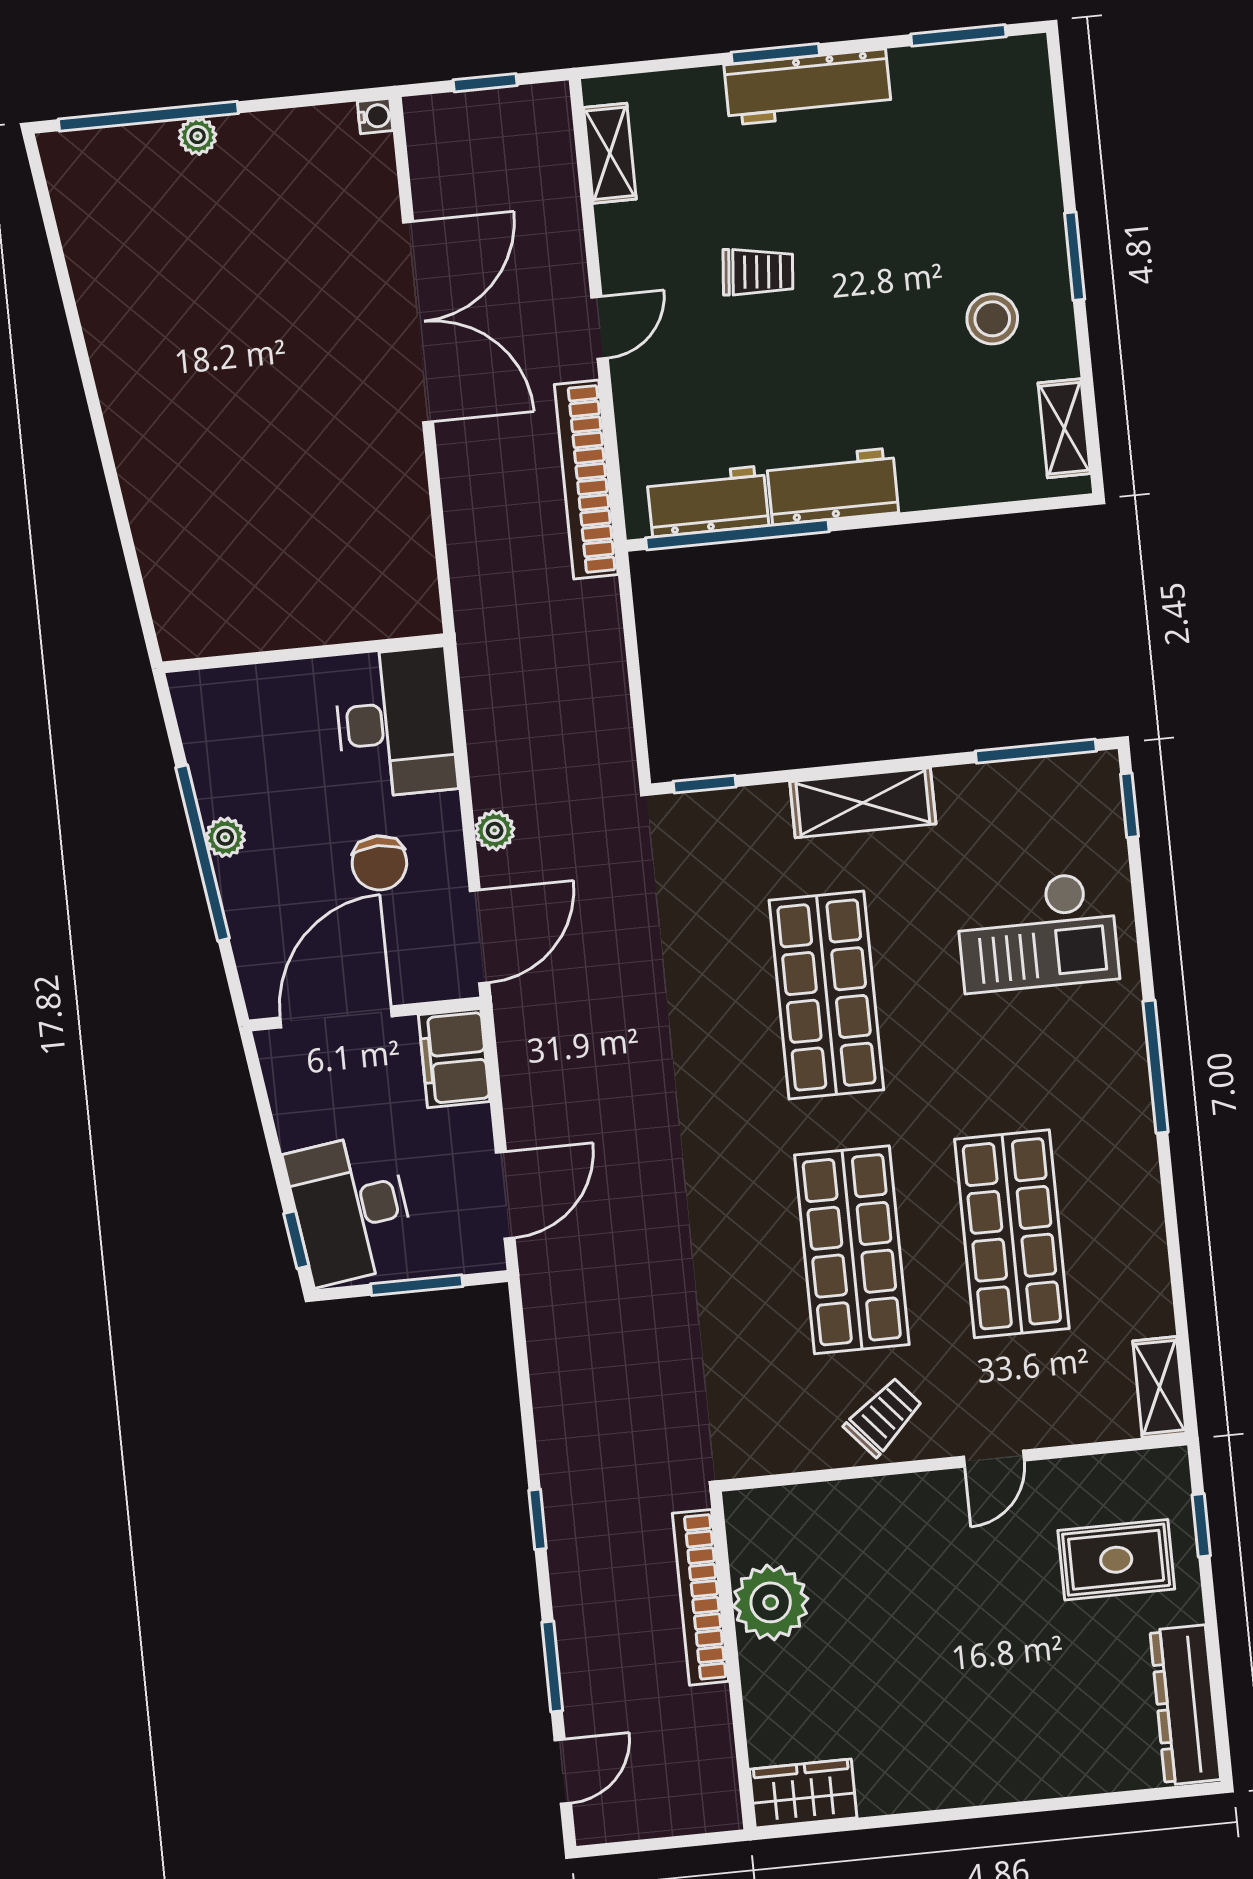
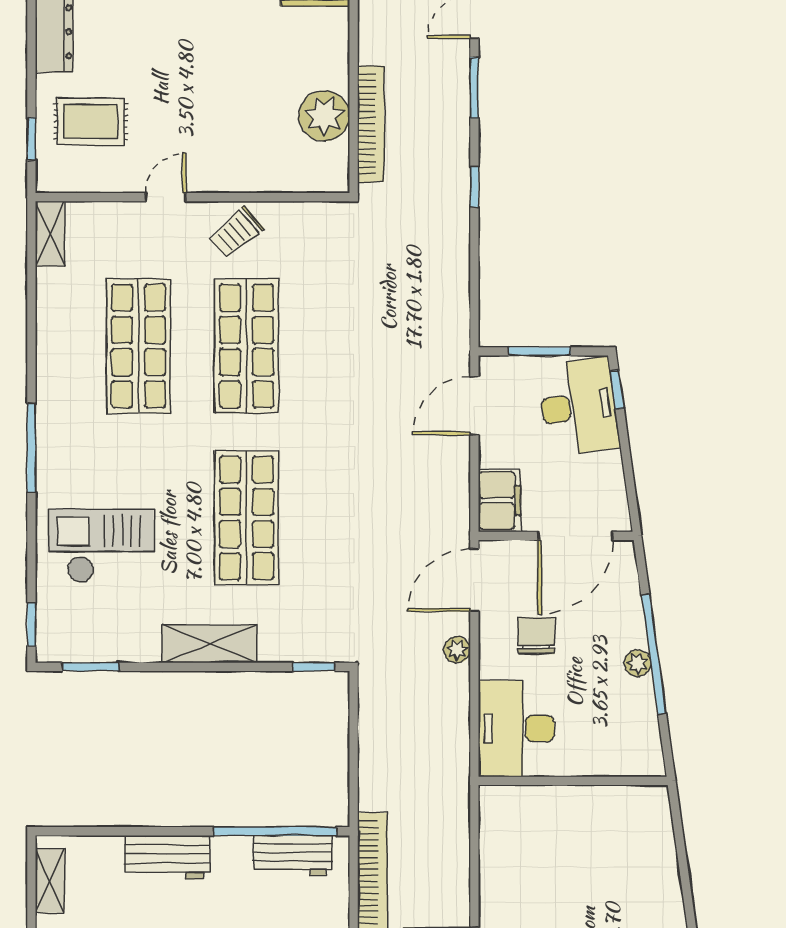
workbench: (833, 486) -> (167, 857), moved
window: (1036, 751) -> (90, 667), width x0.69

